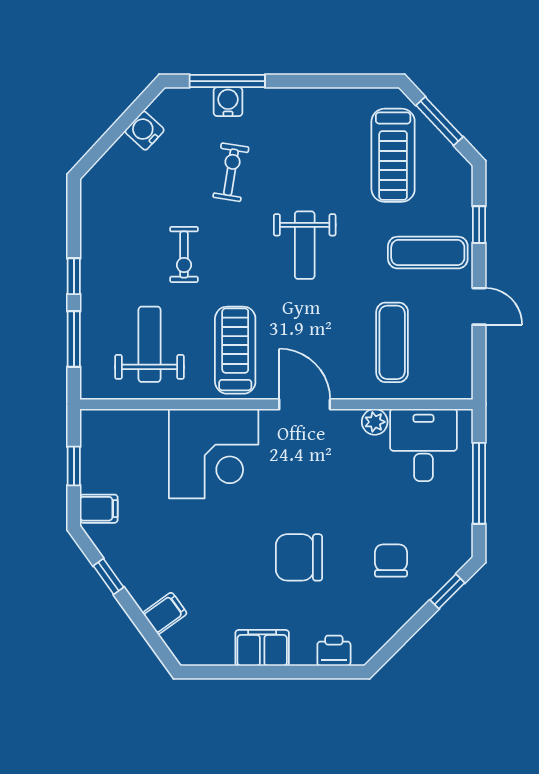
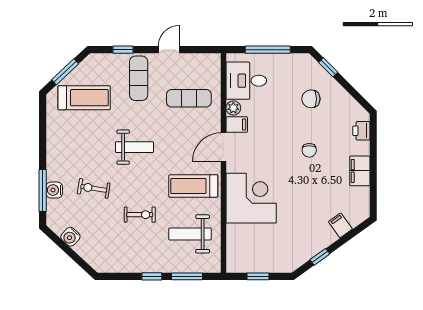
filing cabinet: (99, 509) -> (237, 125), moved, turned 90
chair: (299, 557) -> (309, 150), width x0.54, depth x0.54

